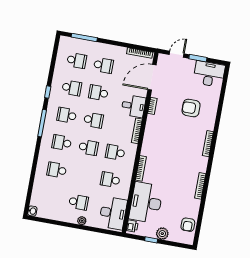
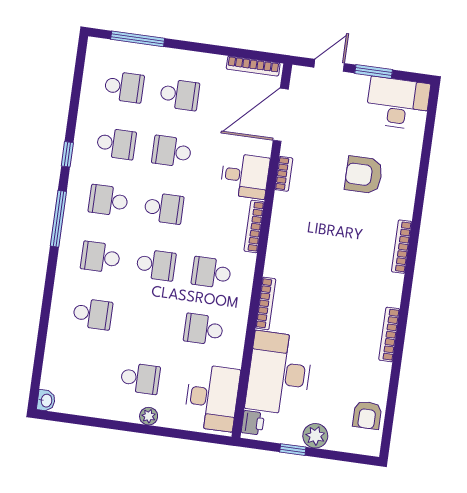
school desk: (57, 170) -> (93, 314), turned 180

